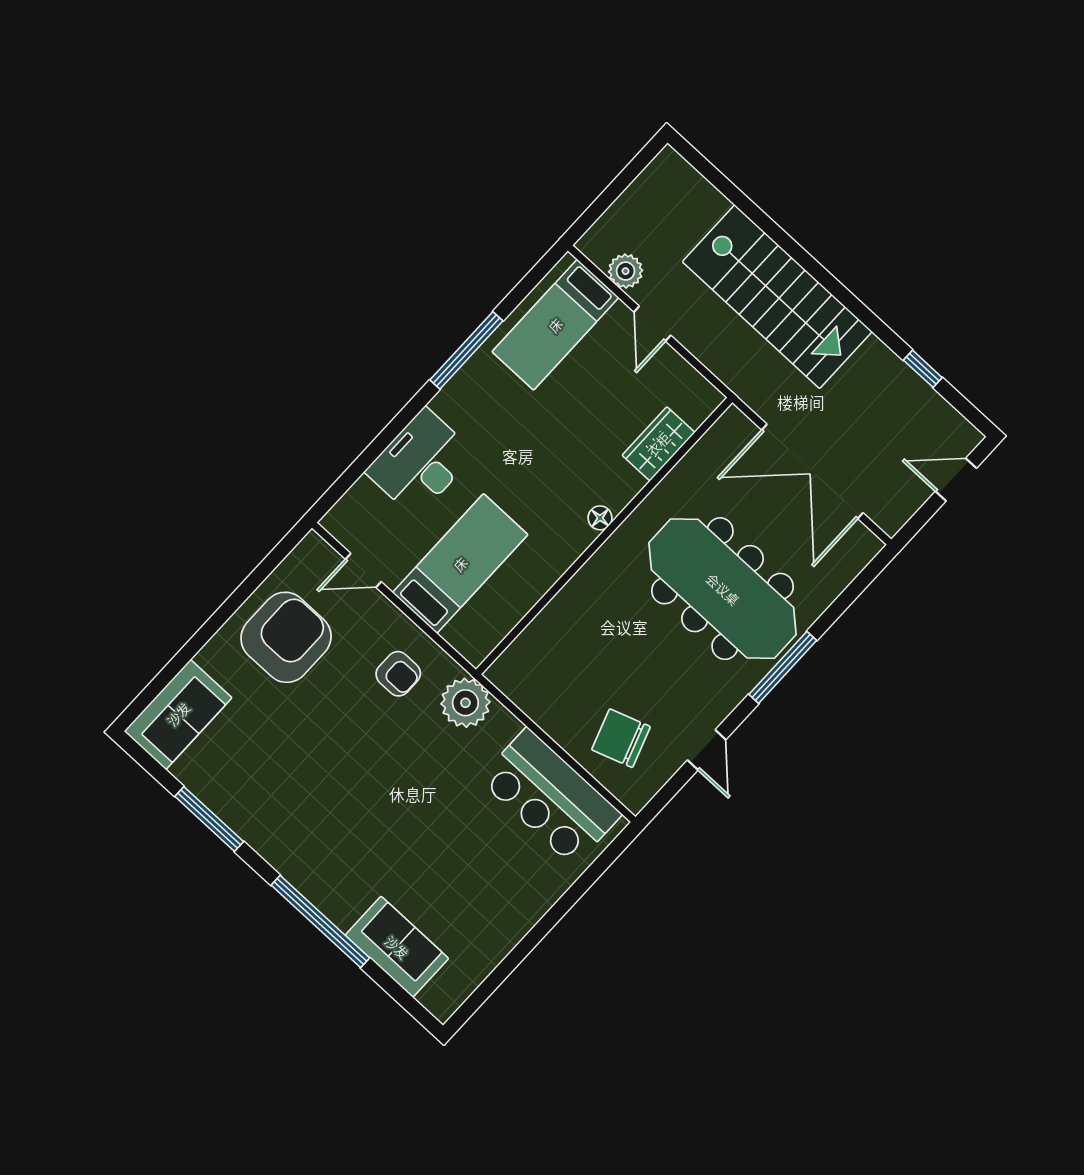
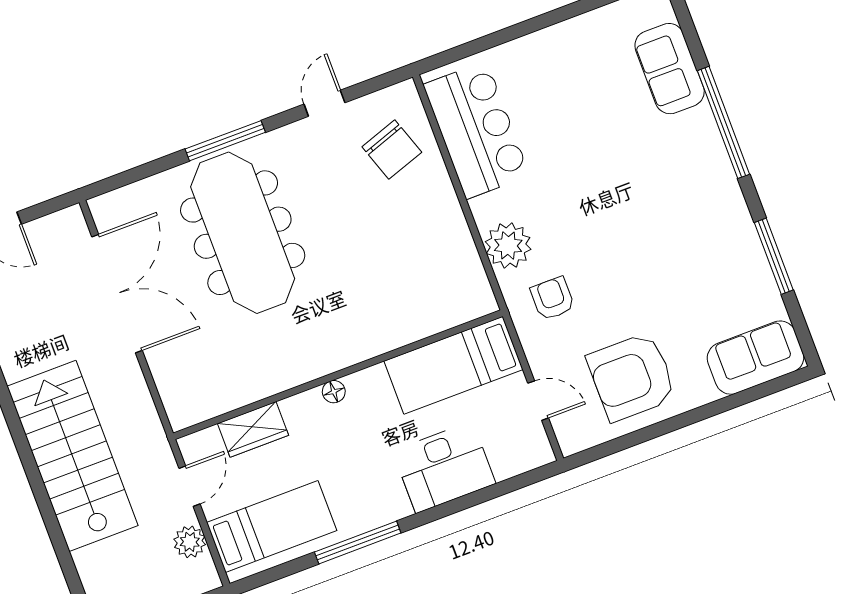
wardrobe: (658, 444) -> (253, 429), moved
floor lamp: (600, 518) -> (334, 392), moved
wall: (604, 536) -> (338, 375), moved

